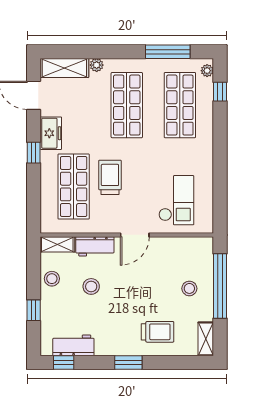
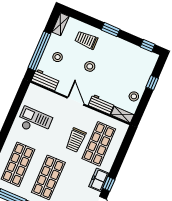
window: (34, 153) -> (109, 184), moved
checkout: (176, 200) -> (35, 121), moved, turned 90
door: (135, 235) -> (76, 101), hinge flipped
stool: (91, 286) -> (90, 66), moved
workbench: (73, 345) -> (45, 80), moved, turned 180

